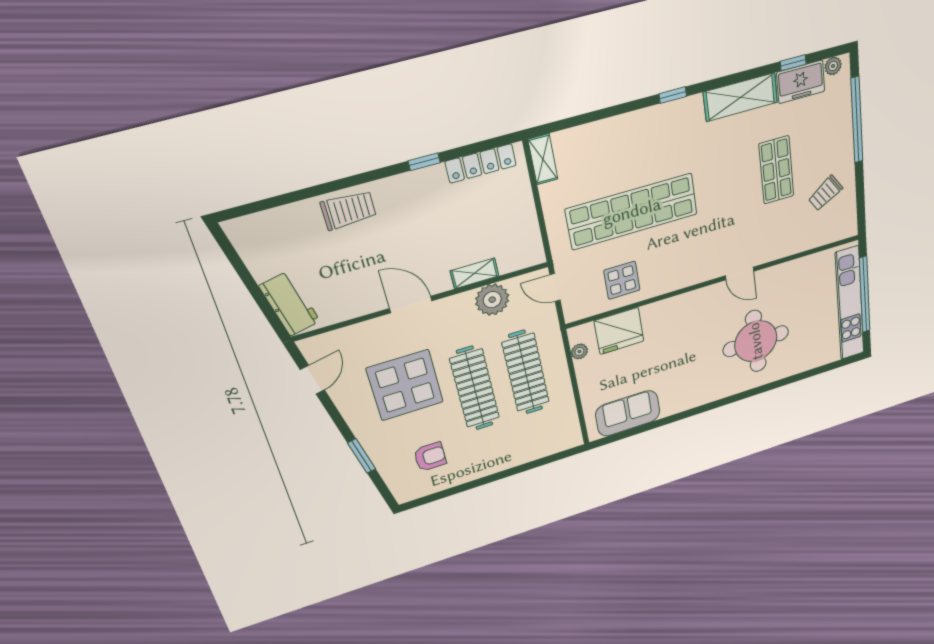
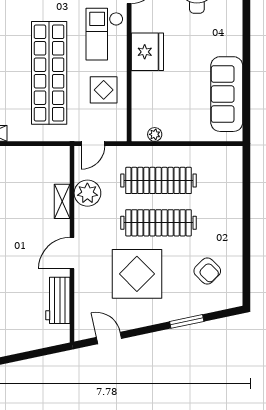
checkout: (687, 261) -> (104, 34), added
workbench: (290, 304) -> (58, 300), moved, turned -78
fridge: (619, 331) -> (147, 52), moved
sofa: (628, 413) -> (227, 94), width x1.36
armchair: (430, 457) -> (207, 271), turned 135

